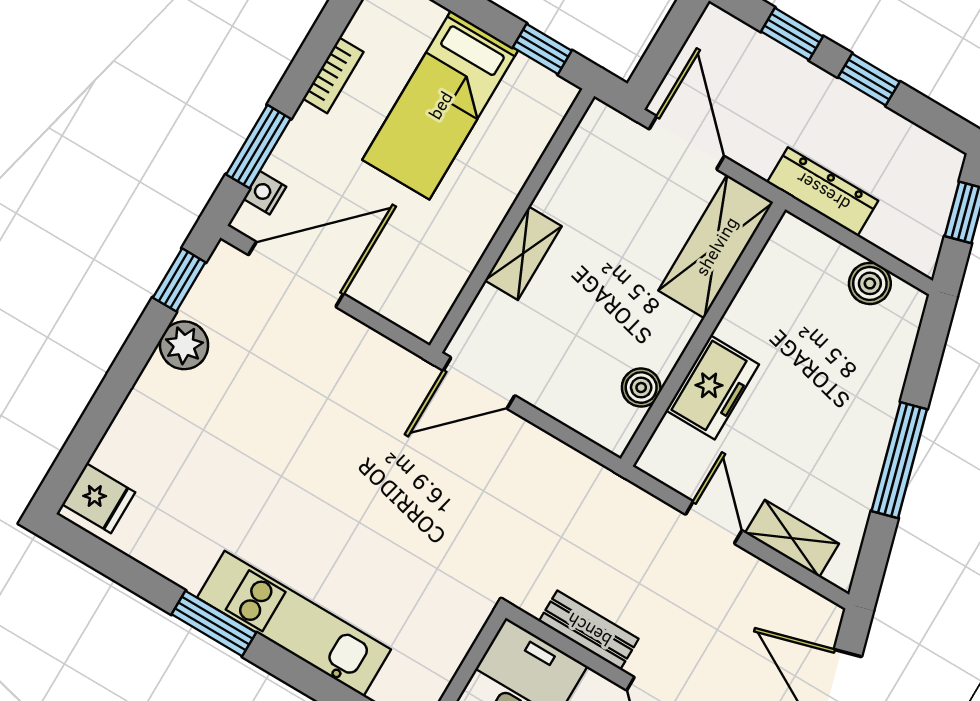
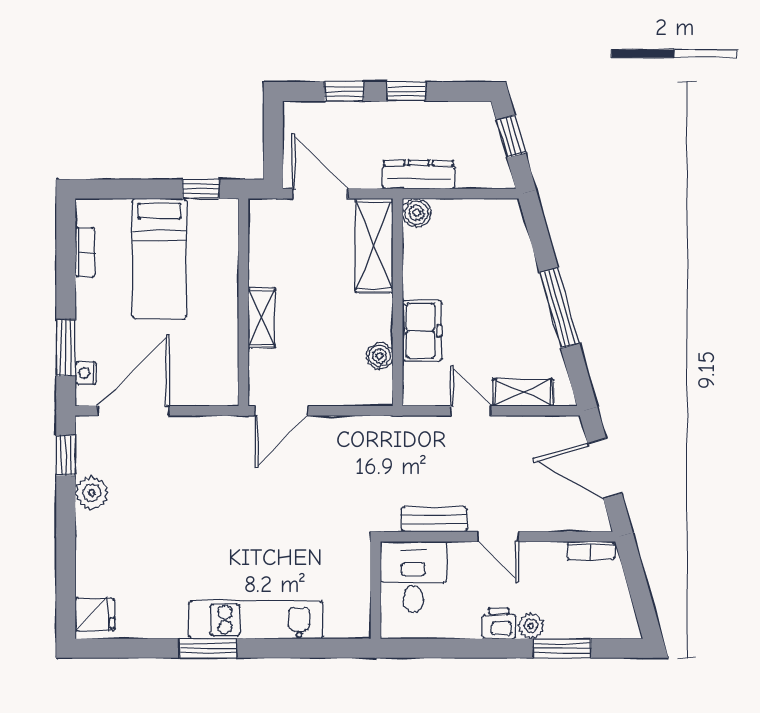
bookcase: (333, 75) -> (85, 252), moved
boiler: (870, 283) -> (417, 213), moved

